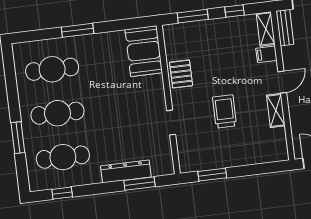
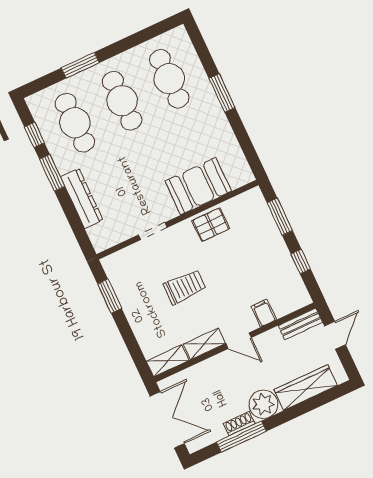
shelving: (266, 29) -> (168, 361), moved
booth: (144, 51) -> (198, 186), moved
window: (140, 184) -> (52, 173), moved

